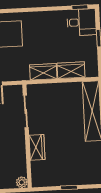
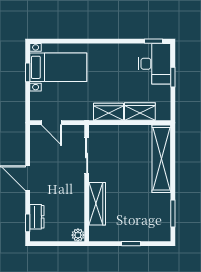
desk: (82, 22) -> (155, 64), width x1.37
wardrobe: (37, 147) -> (97, 204), width x1.50

